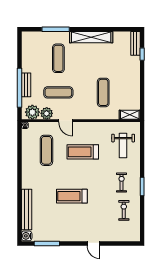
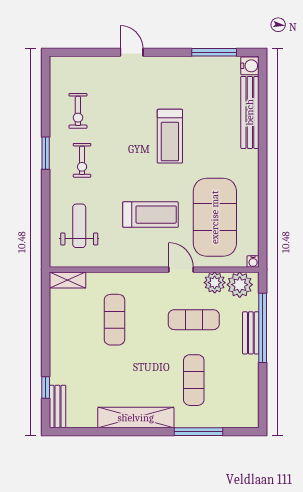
exercise mat: (46, 150) -> (215, 217), width x2.00, depth x1.45
treadmill: (72, 196) -> (170, 136), turned 90

